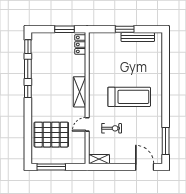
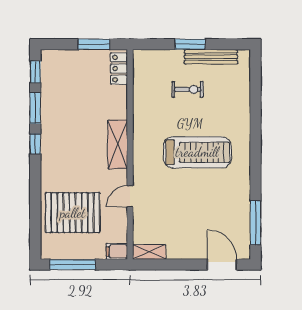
exercise bike: (112, 128) -> (188, 89), moved
filing cabinet: (79, 159) -> (117, 251), added

